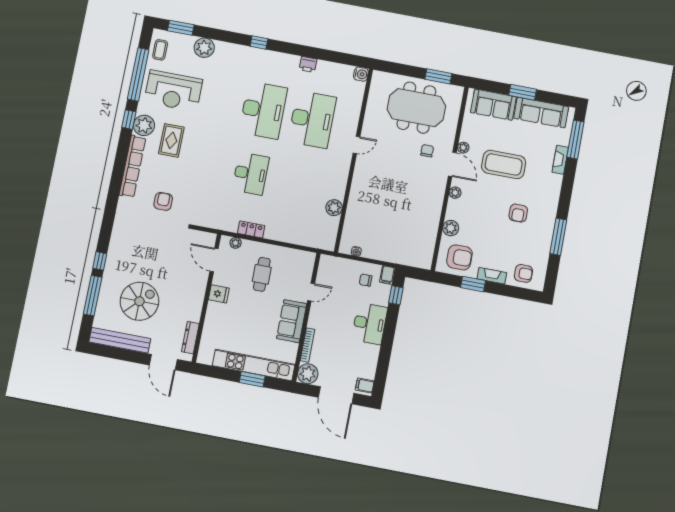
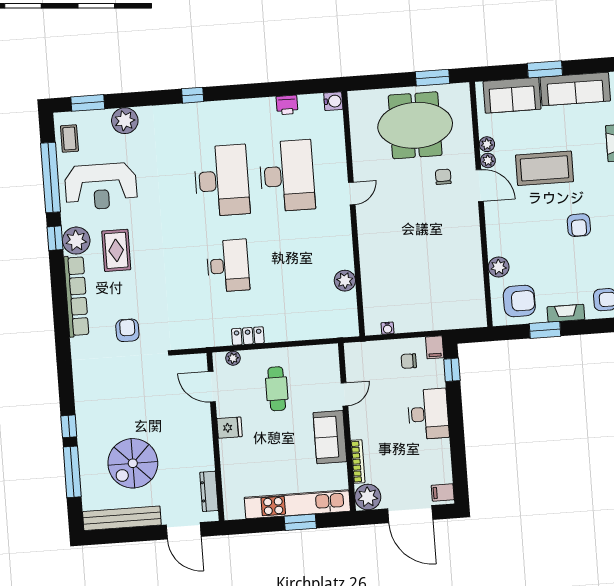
printer: (308, 64) -> (287, 105), moved
plant: (455, 193) -> (487, 144), moved
spiral stairs: (139, 301) -> (133, 463), turned 180

